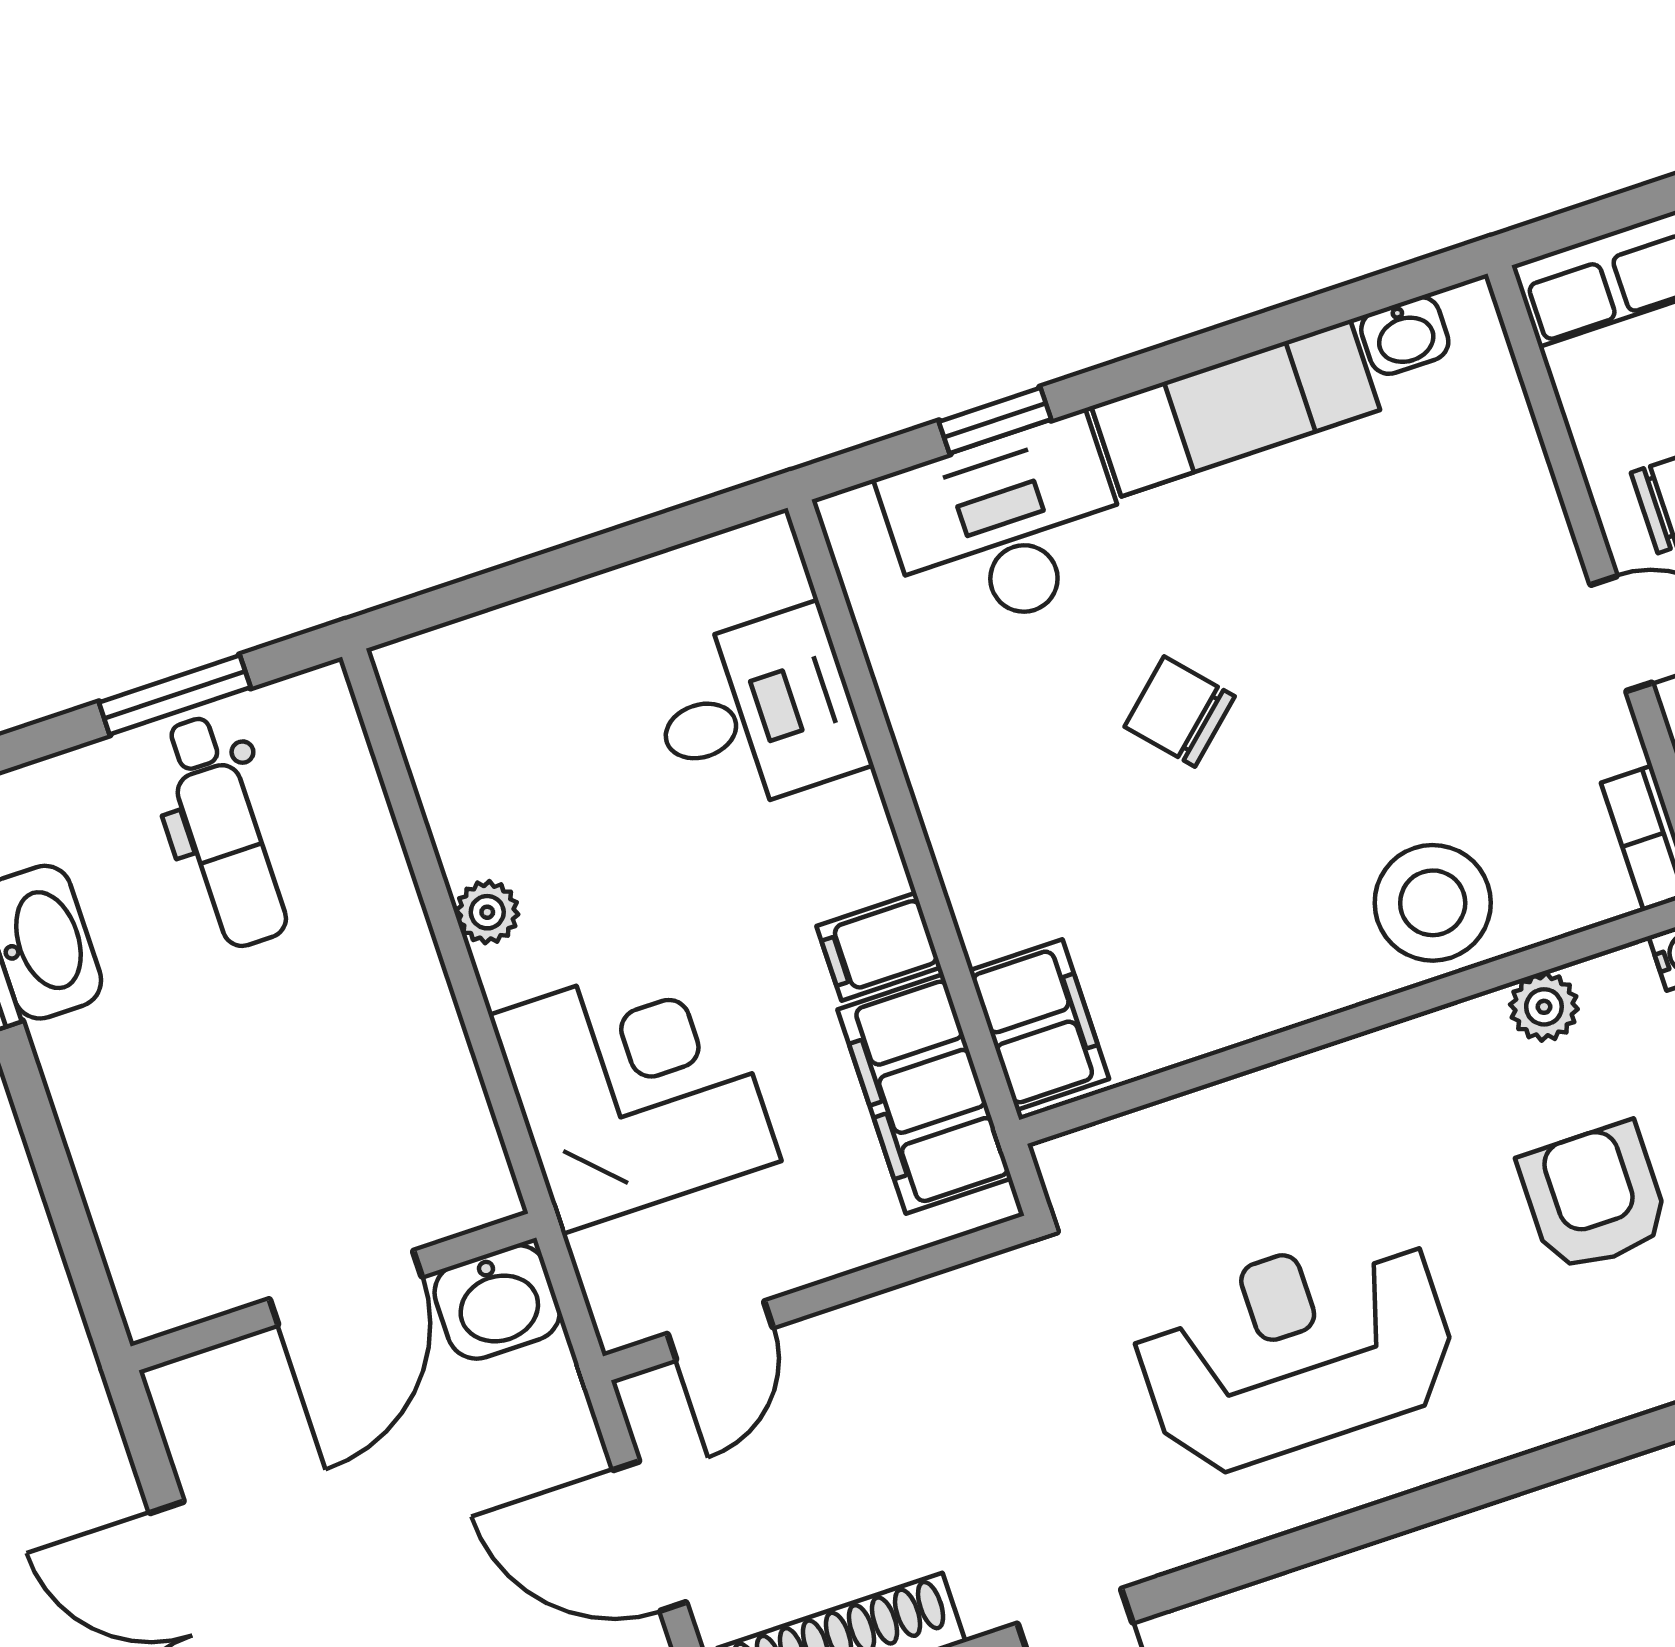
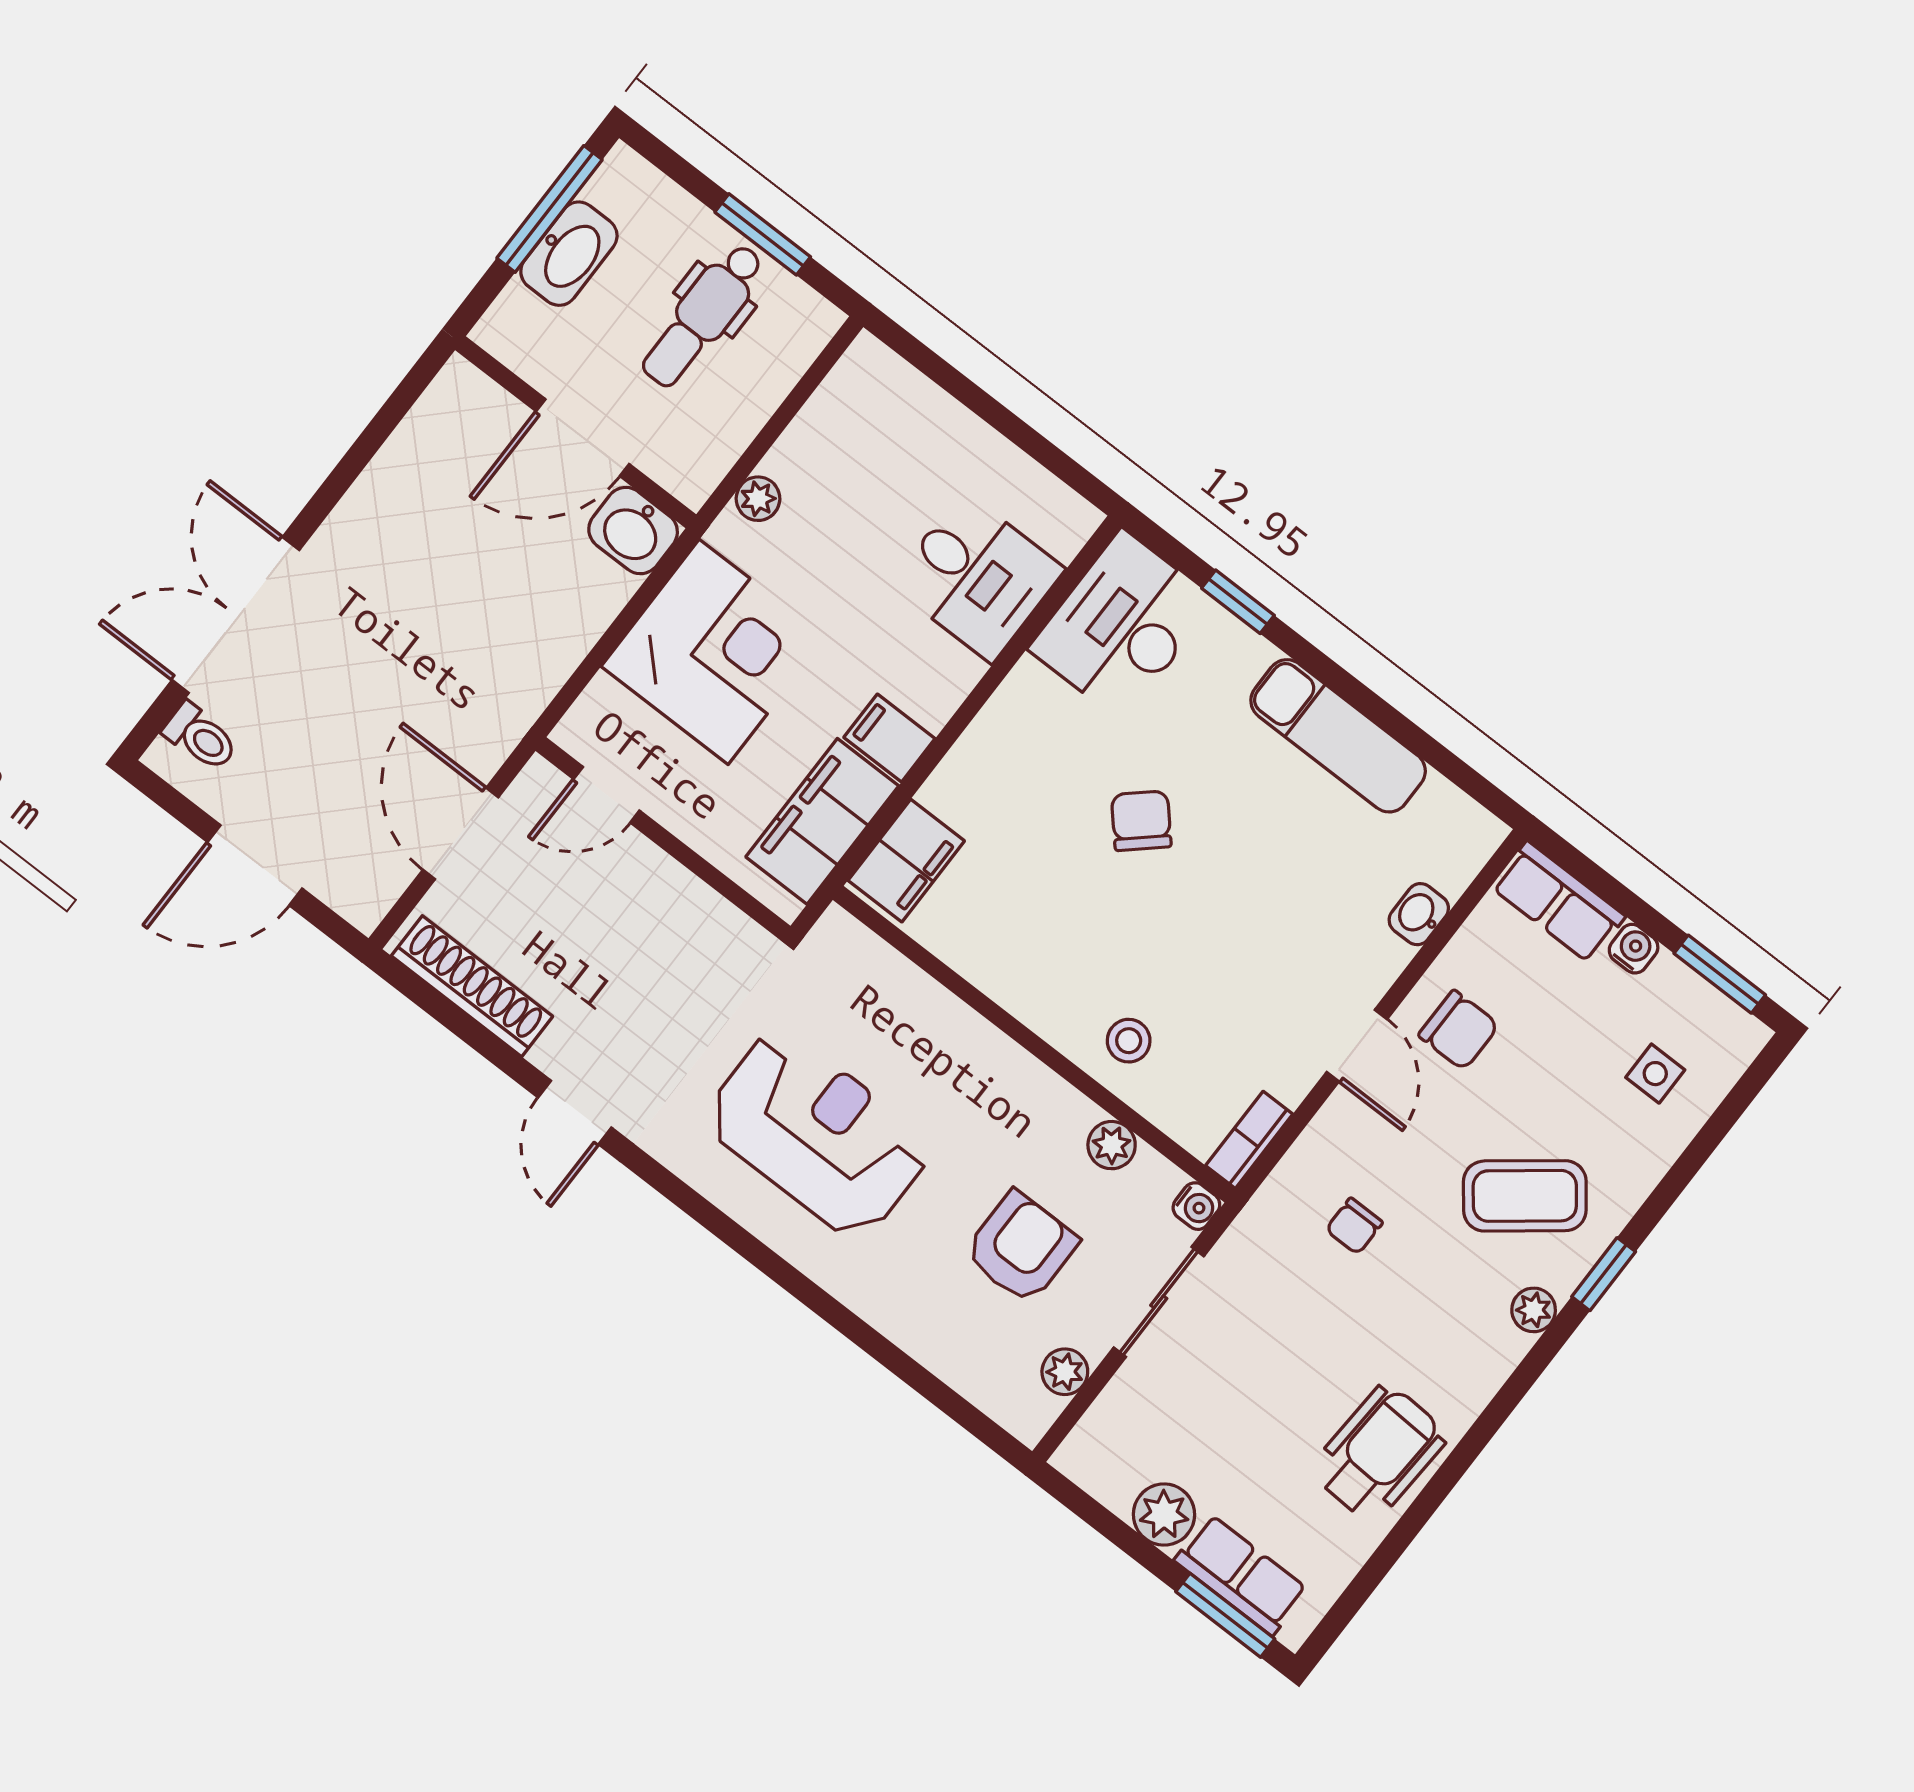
washbasin: (1405, 335) -> (1419, 914), moved, turned 90
desk: (1007, 527) -> (1122, 625), moved, turned -90
stool: (1433, 903) -> (1129, 1041), width x0.53, depth x0.53
door: (346, 1288) -> (583, 438), moved
wall: (334, 1292) -> (576, 432), moved
washbasin: (497, 1302) -> (633, 531), moved

